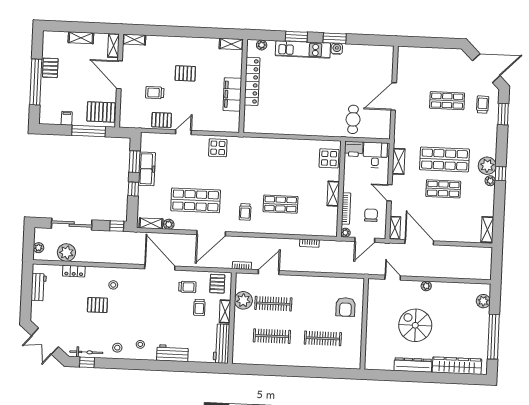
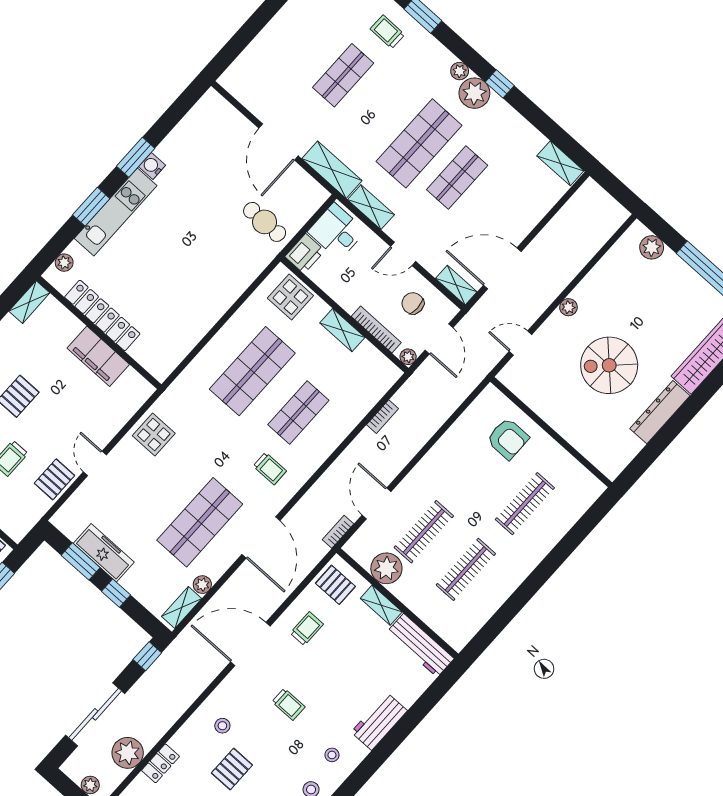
shelving: (401, 130) -> (332, 170), added
shop shelf: (282, 169) -> (252, 371), added
plant: (490, 181) -> (460, 71), moved
trolley: (199, 307) -> (288, 704), moved

